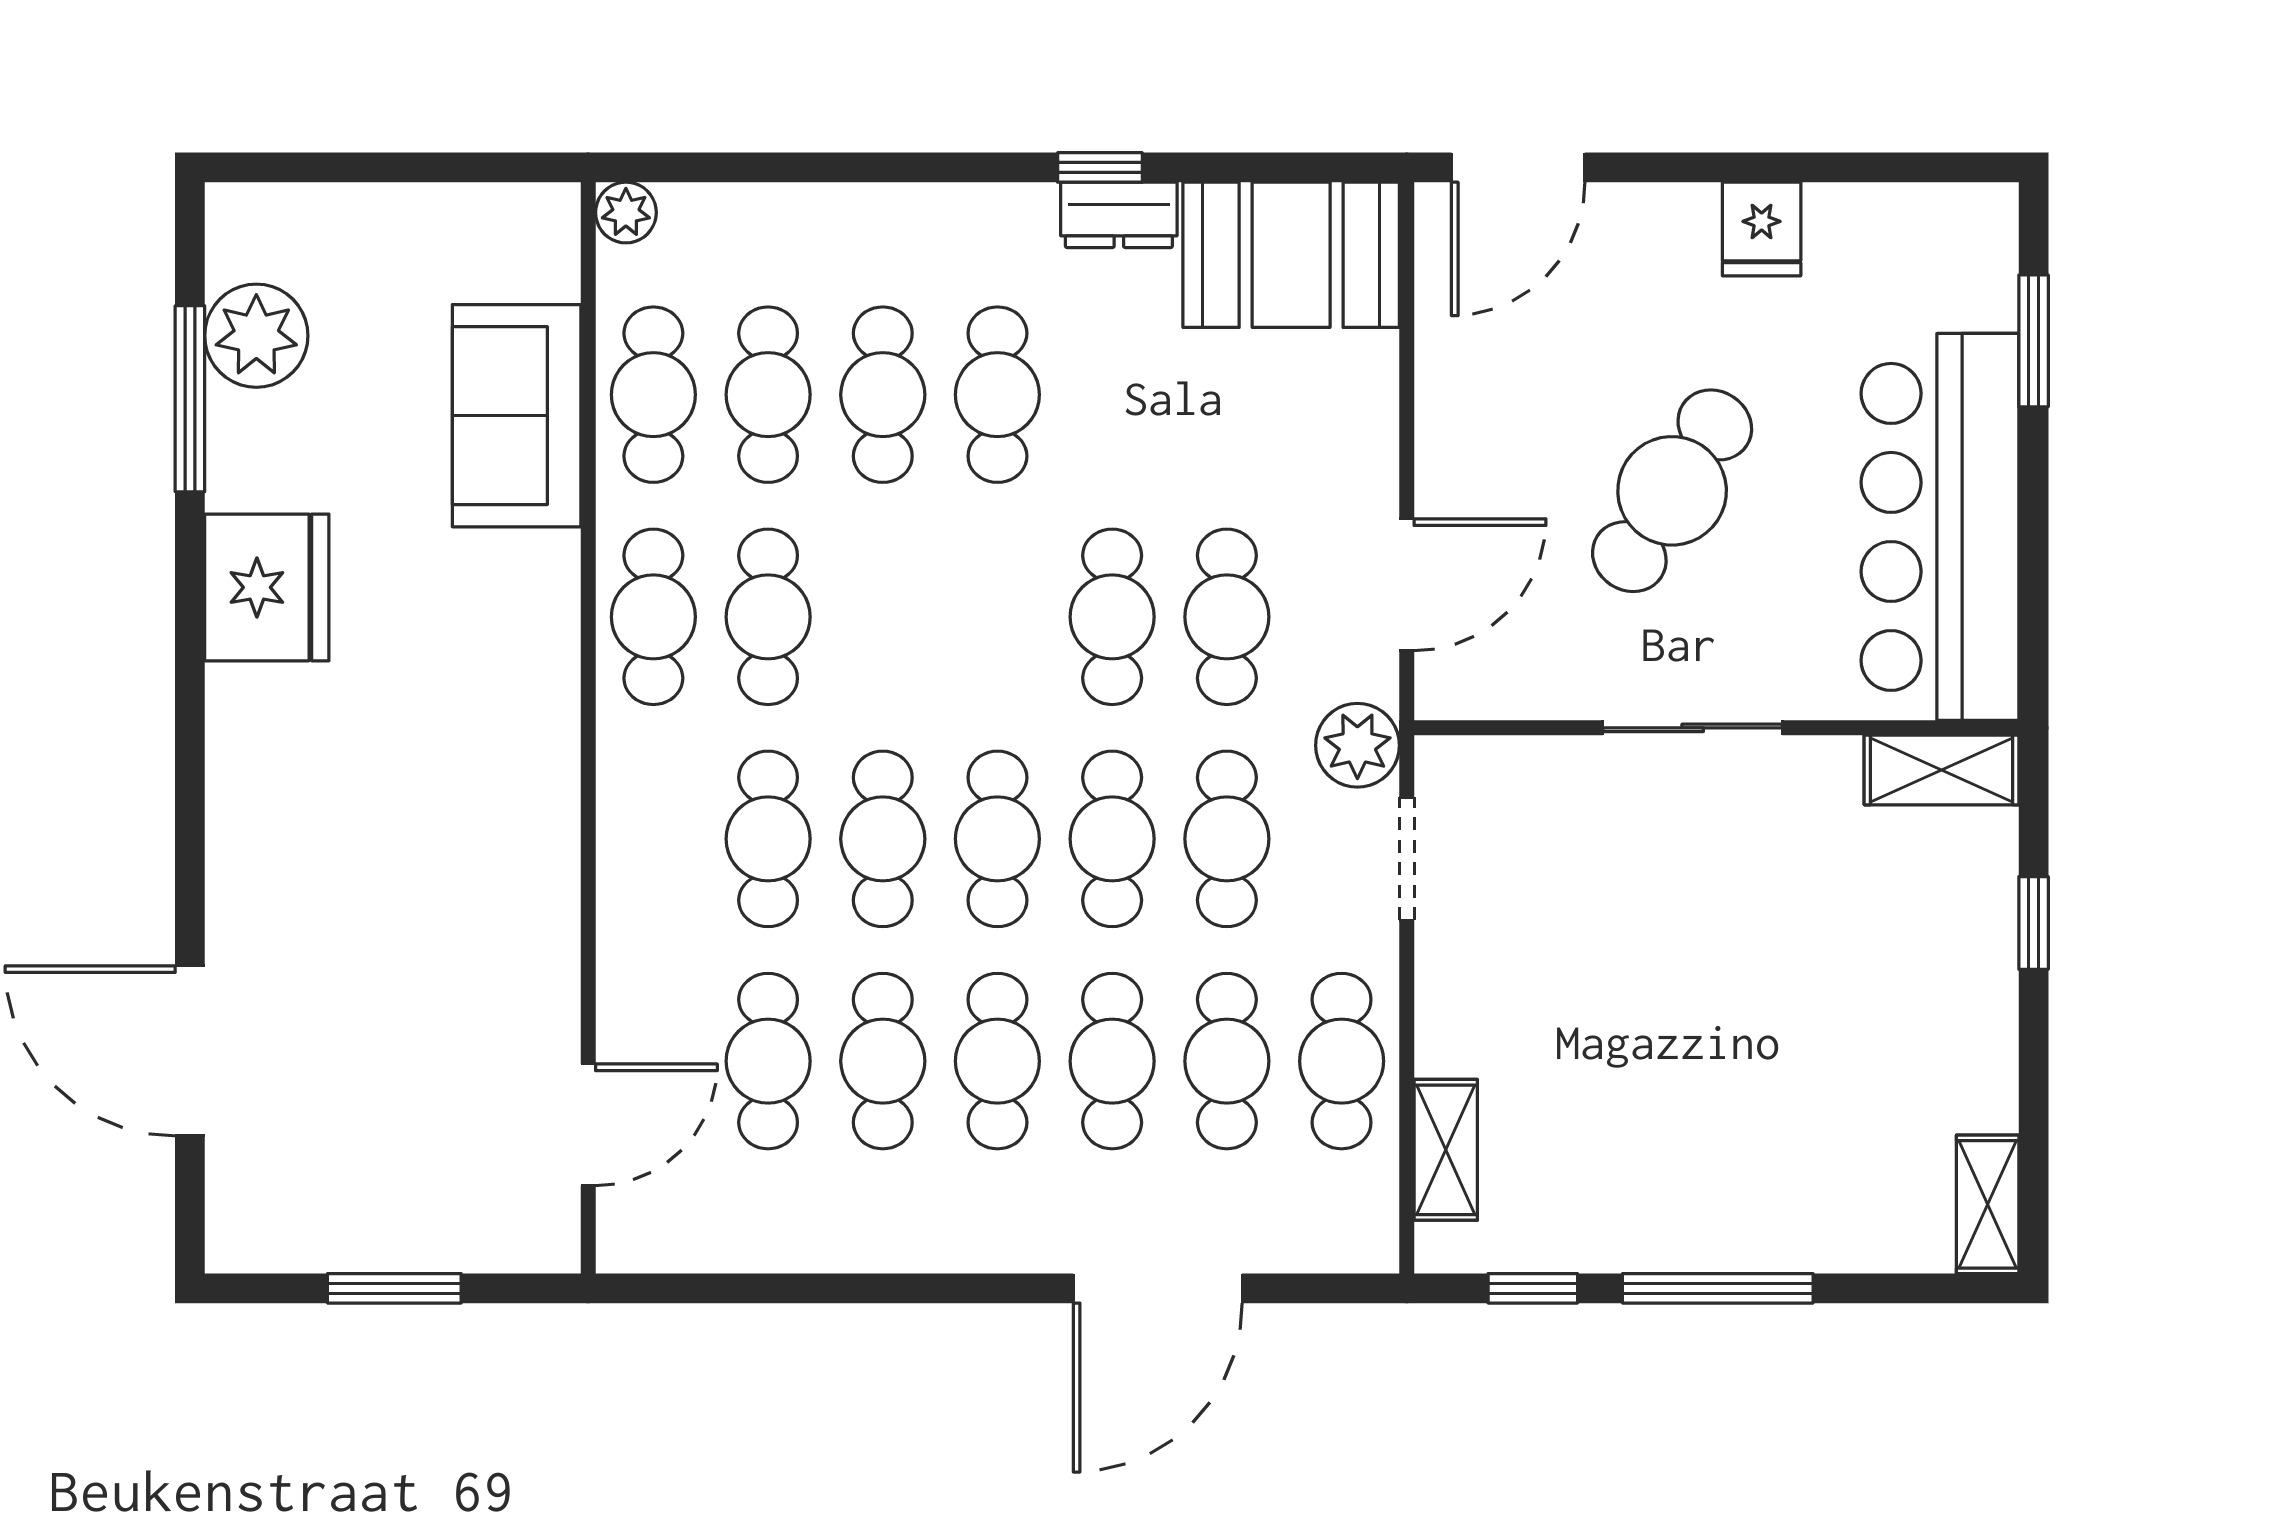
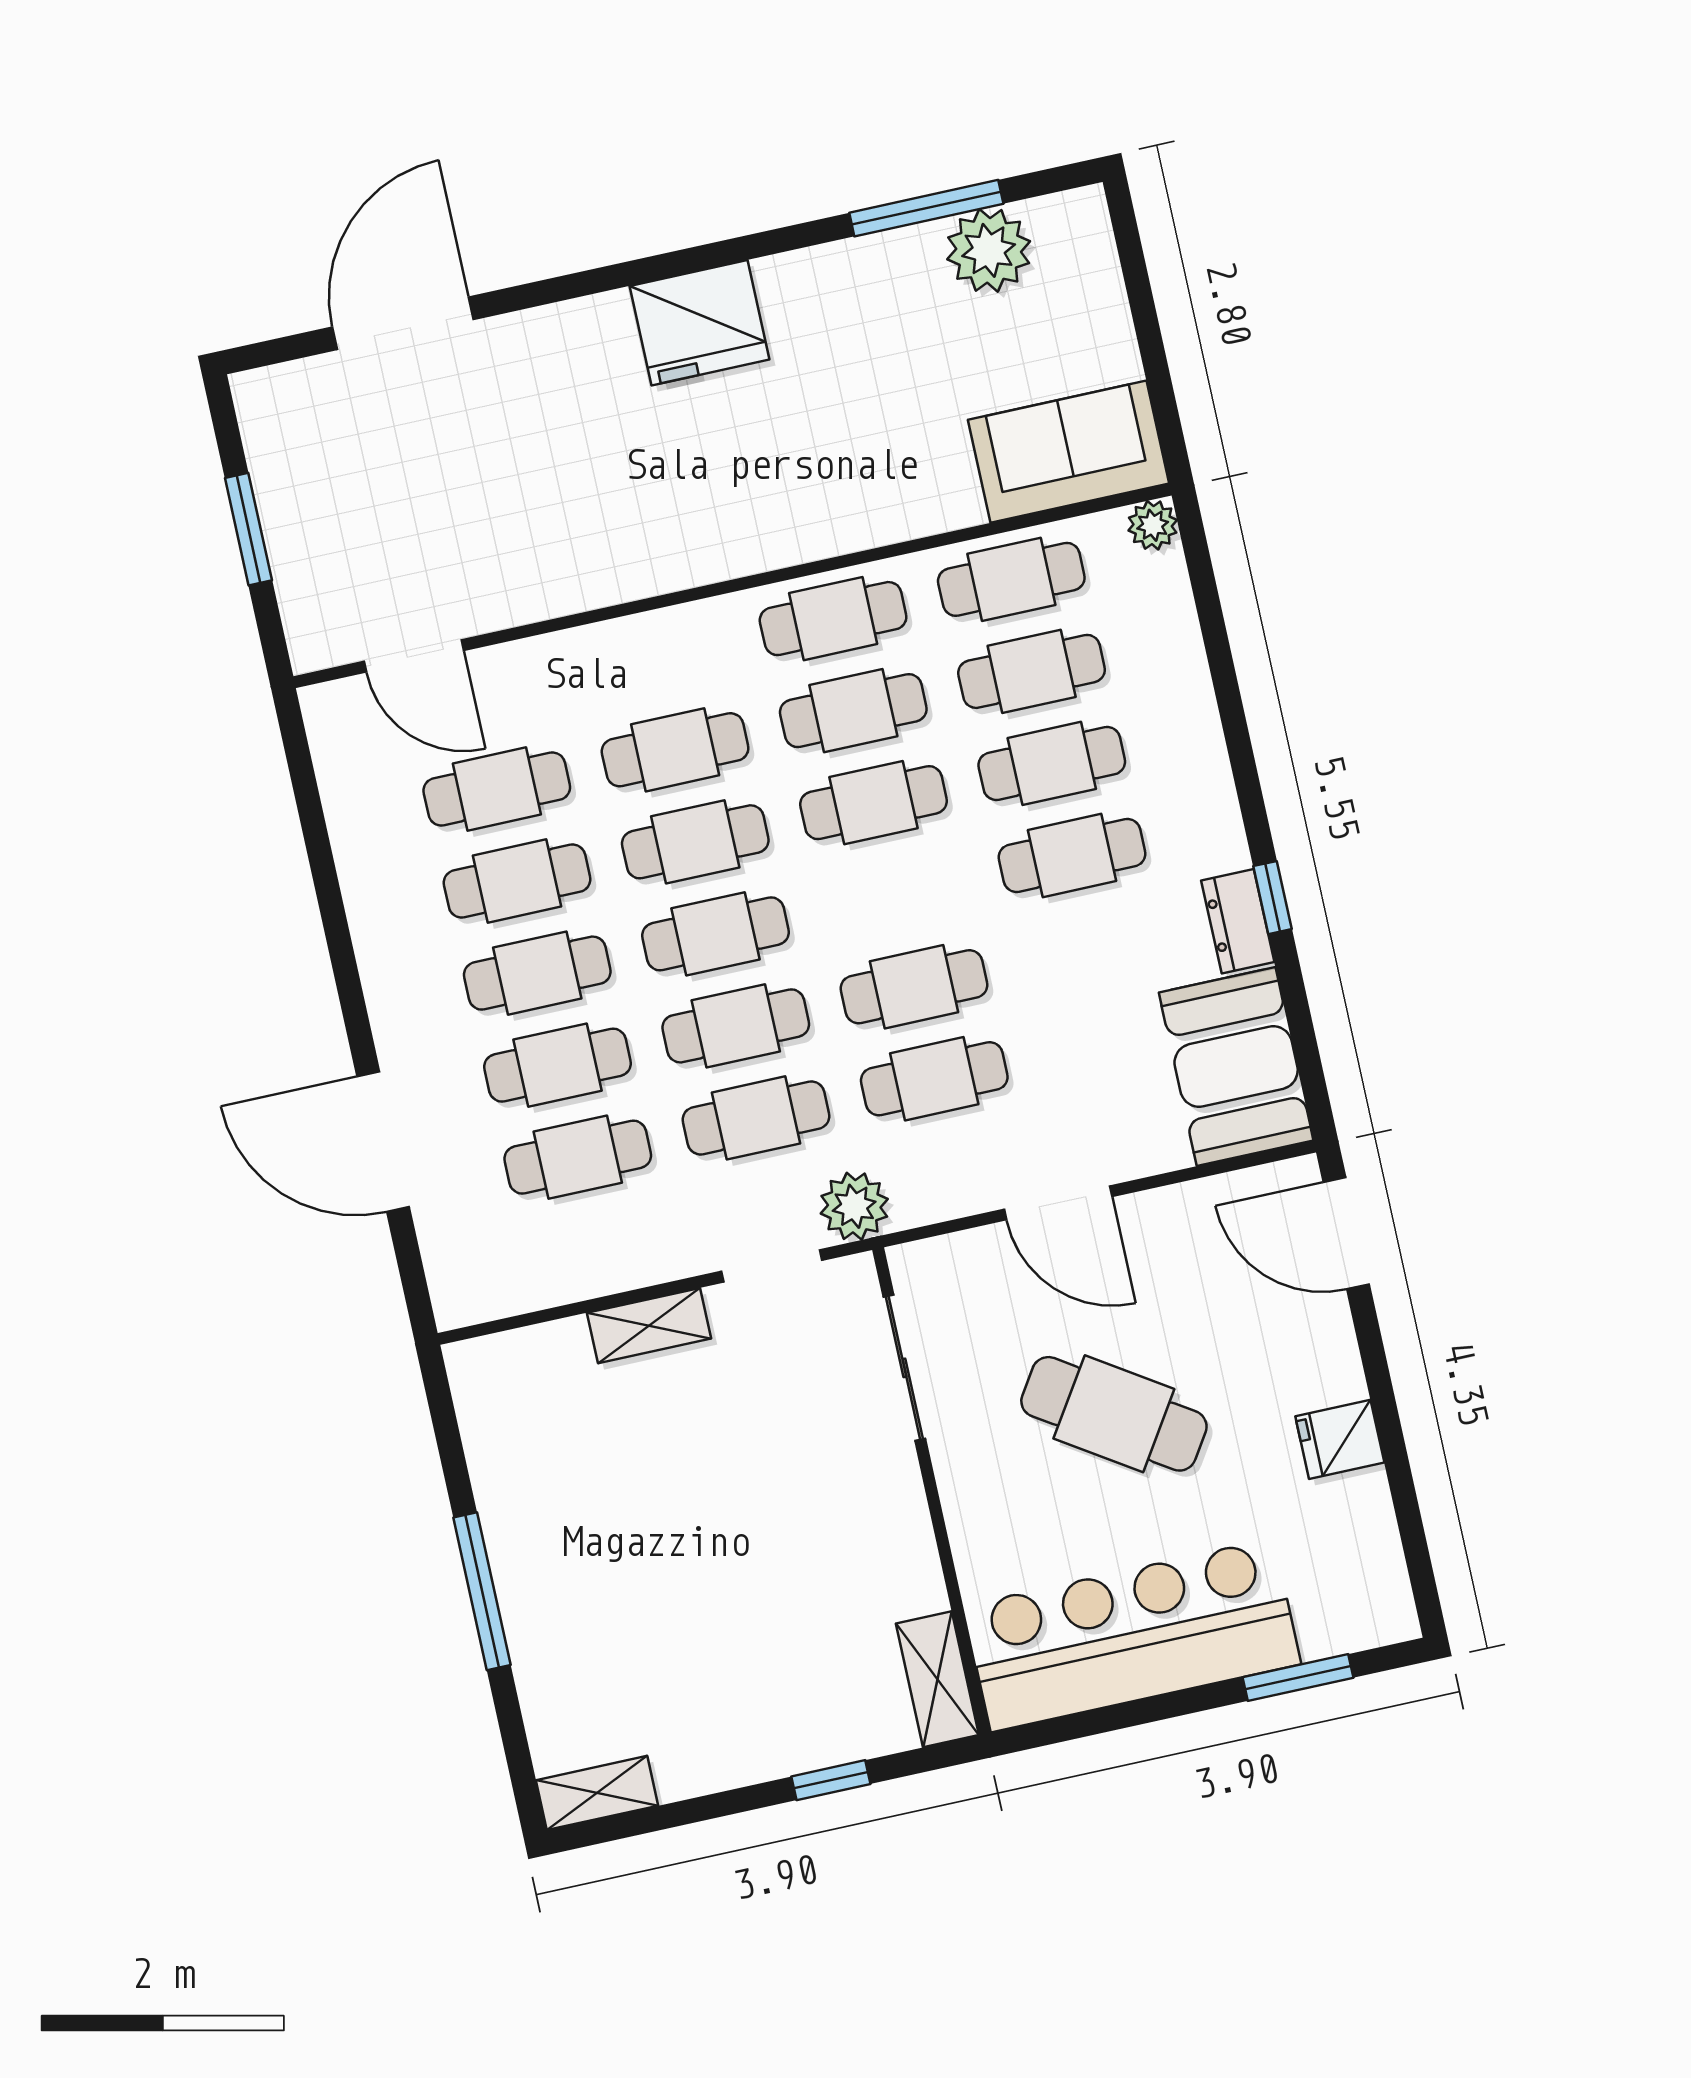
sofa: (517, 416) -> (1069, 452), moved
door: (1407, 585) -> (1058, 1203), moved
fridge: (267, 587) -> (699, 323), moved
sliding door: (1693, 728) -> (904, 1368), moved
cafe table: (1342, 1061) -> (874, 803), moved
shelving: (1446, 1150) -> (649, 1326), moved
window: (1533, 1288) -> (449, 1443), removed

